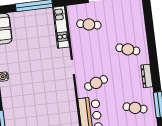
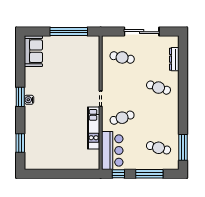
kitchen unit: (61, 27) -> (94, 128), moved
dresser: (147, 76) -> (174, 59), moved

